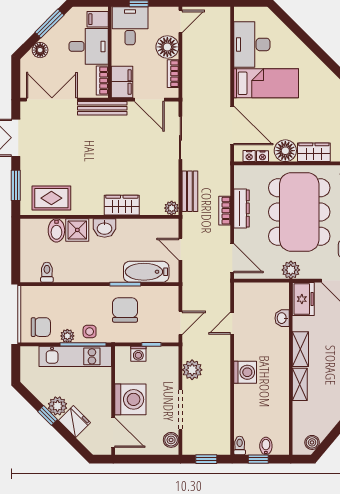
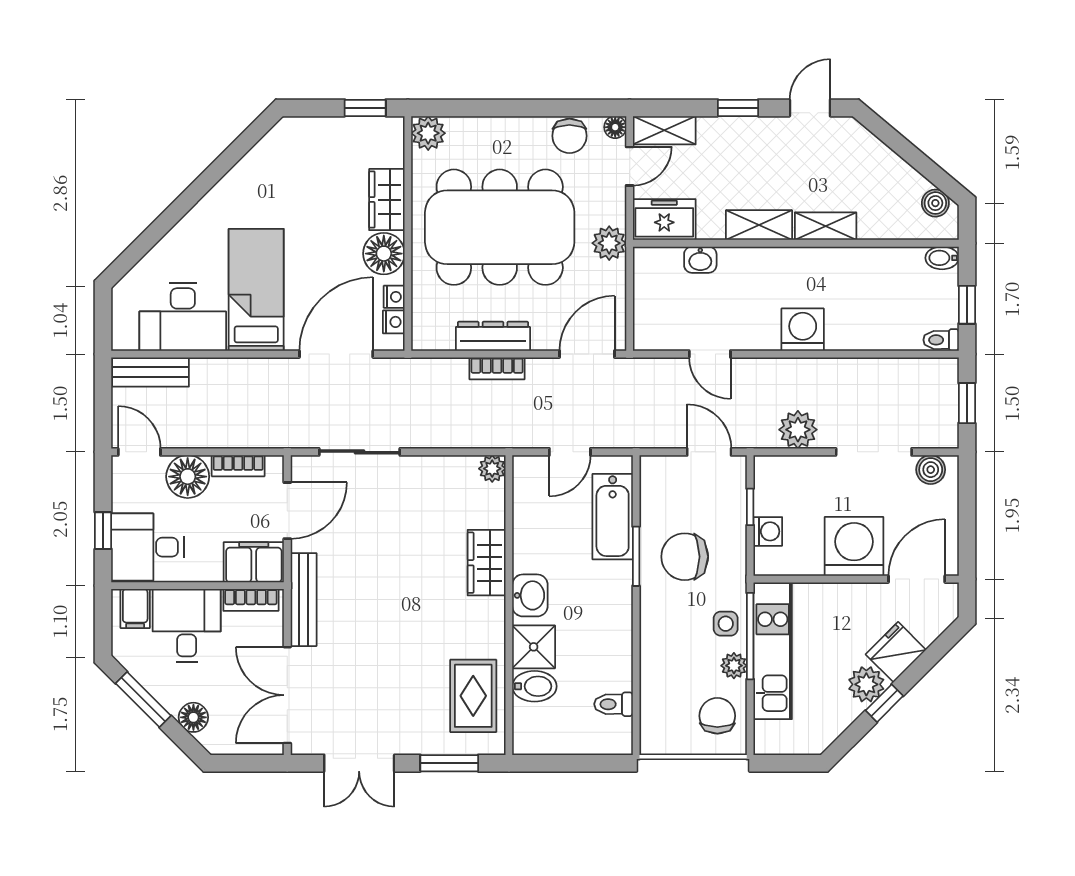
bench: (190, 191) -> (151, 372), moved
bidet: (266, 446) -> (942, 258), moved

